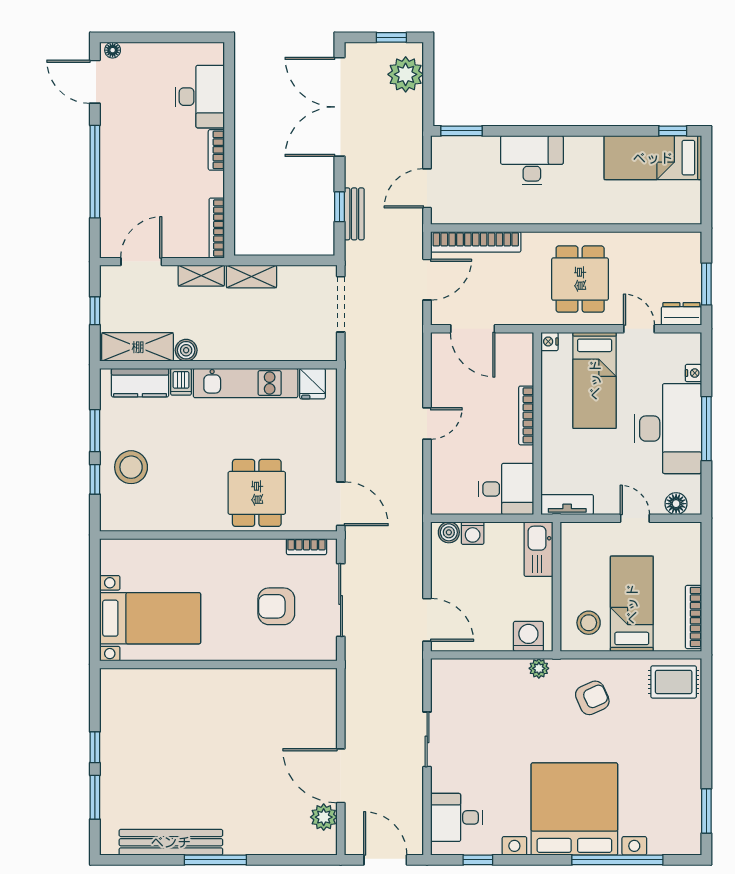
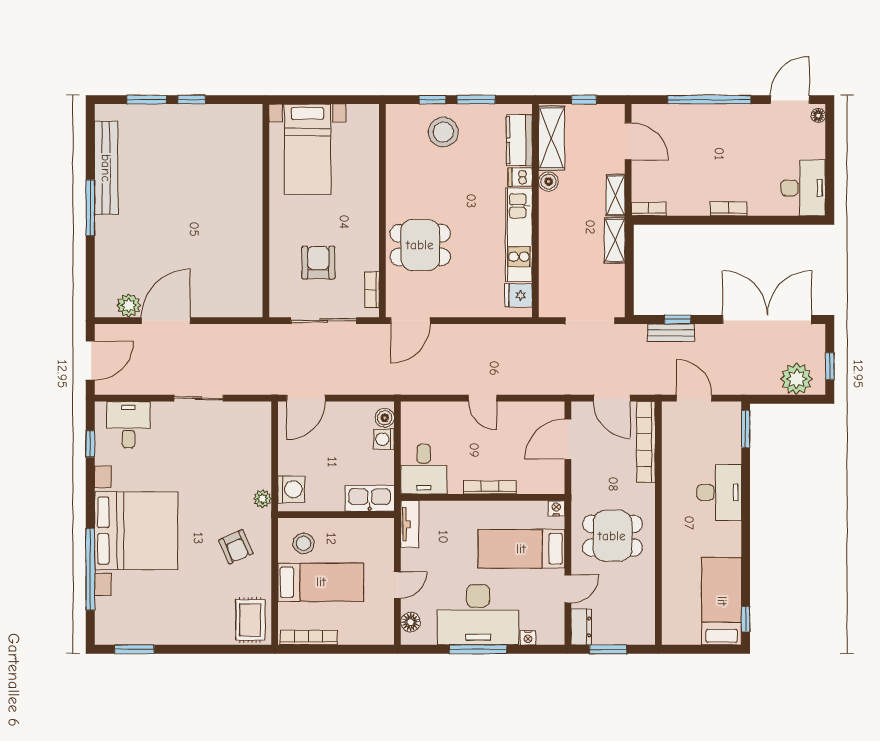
desk: (200, 97) -> (803, 188), moved, turned -90
bookcase: (217, 228) -> (649, 209), width x0.64

